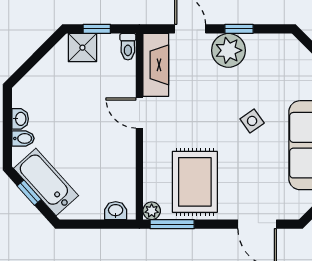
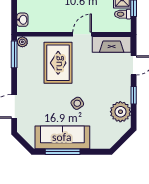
toilet: (128, 47) -> (123, 14), moved
plant: (228, 50) -> (120, 112), moved
rug: (195, 182) -> (58, 63), moved, turned 90

